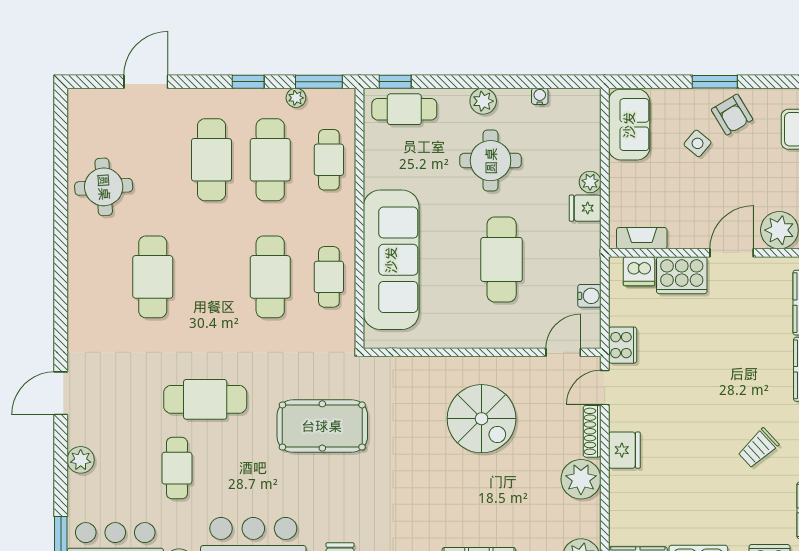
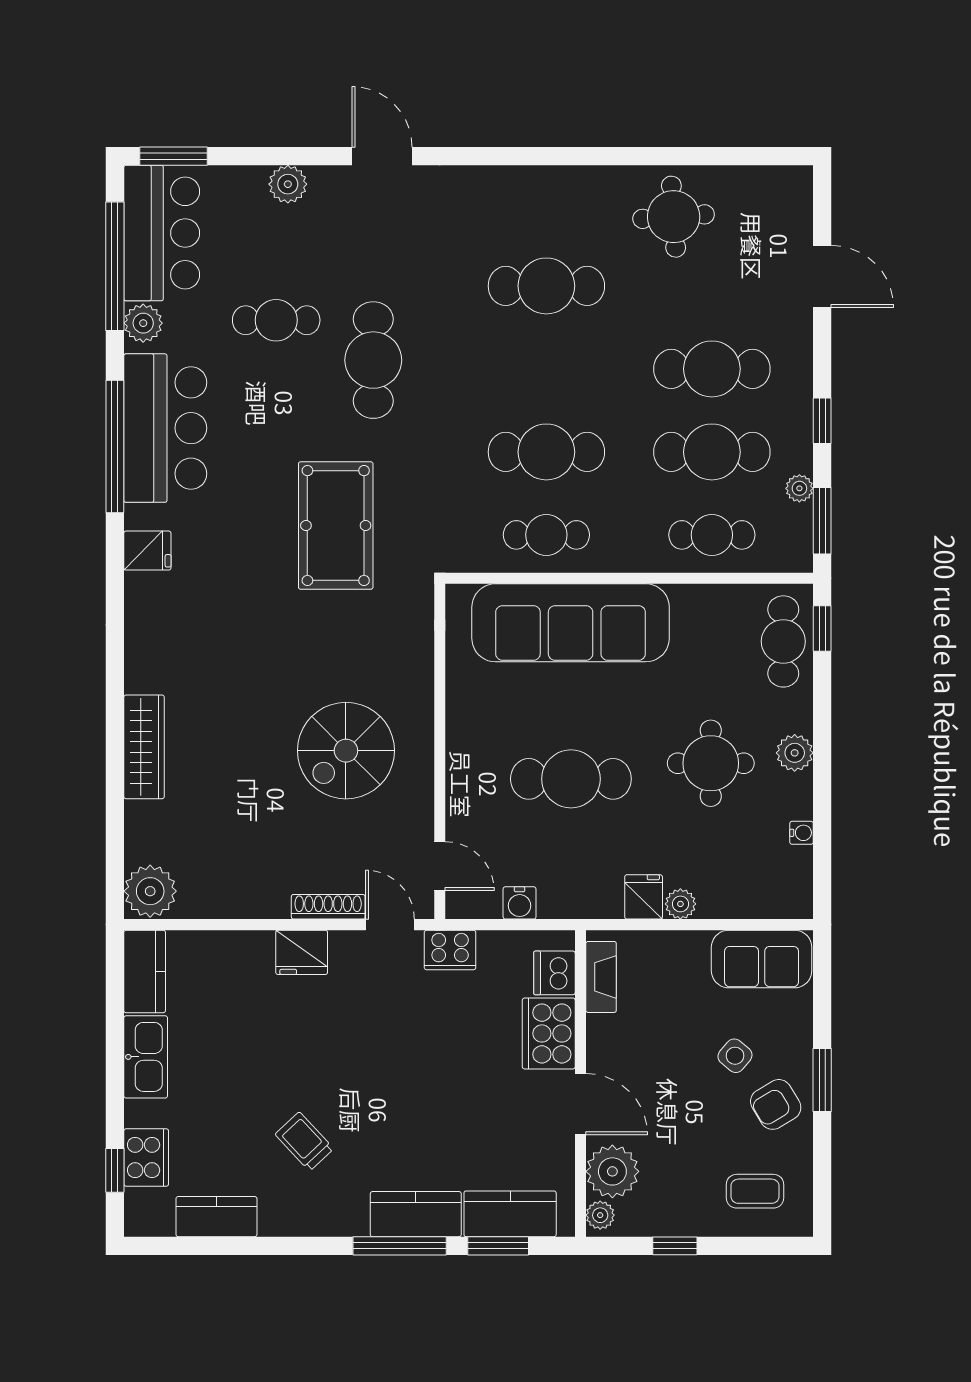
plant: (581, 479) -> (260, 891), removed

